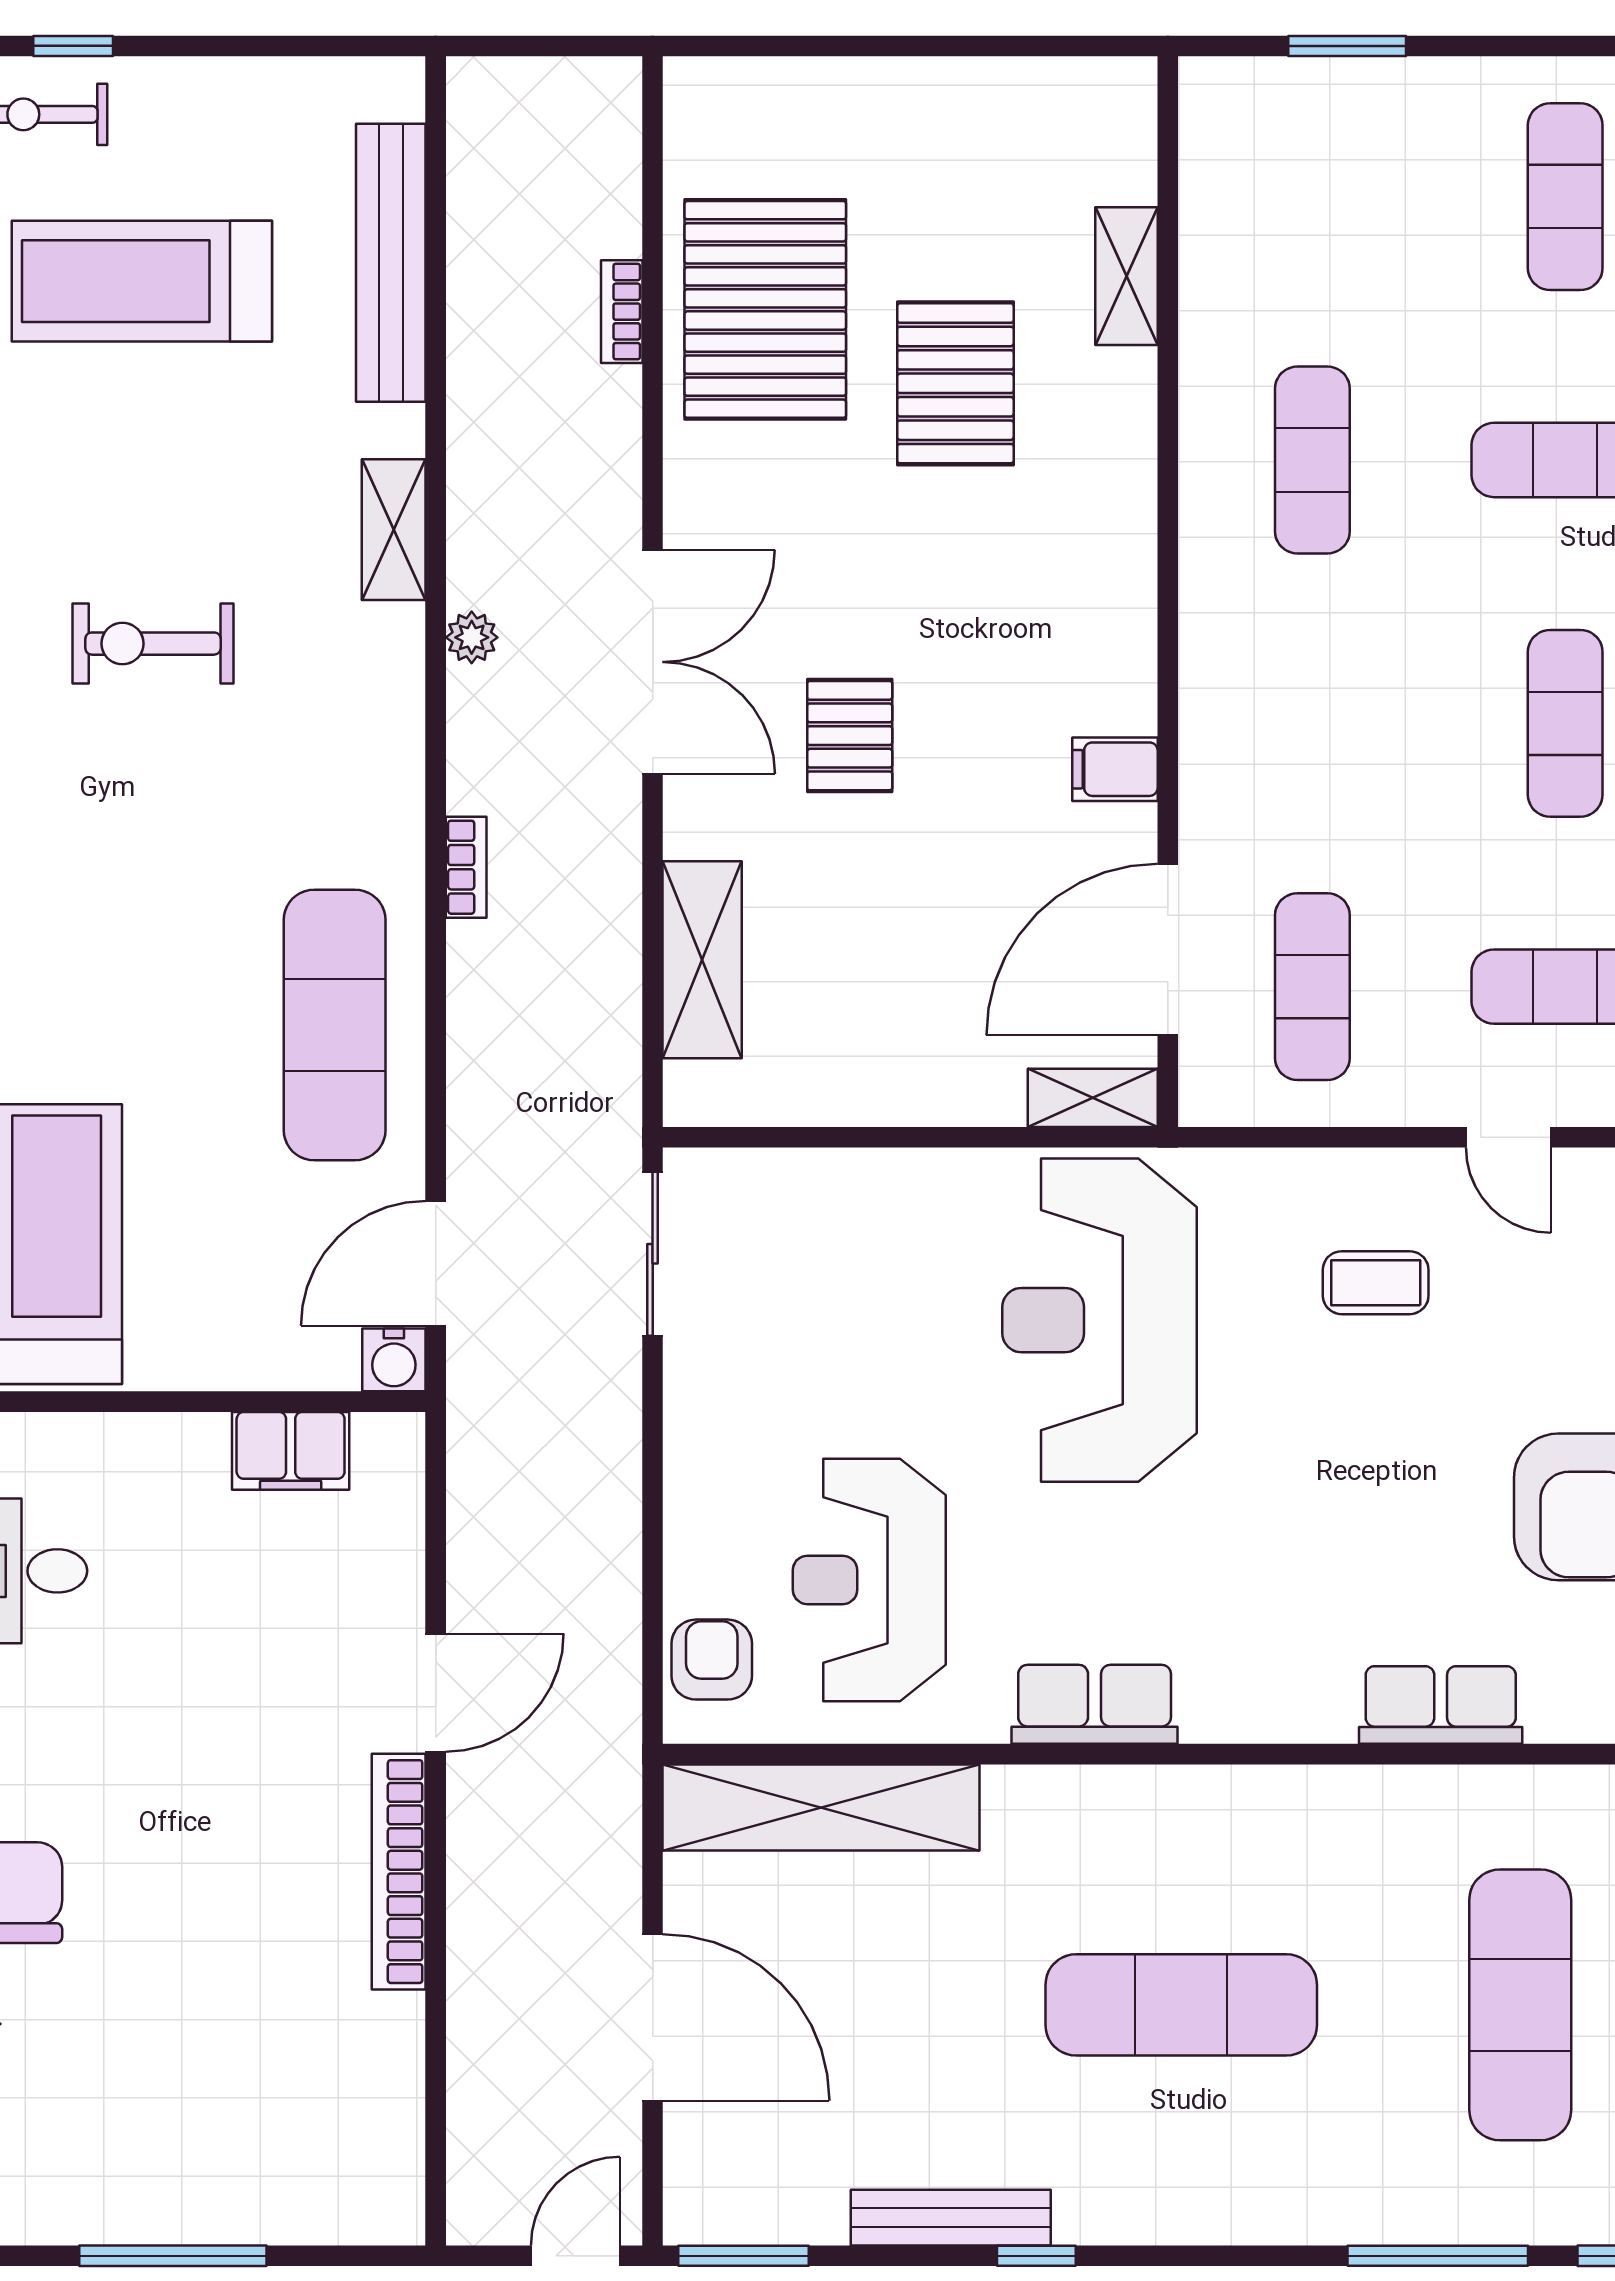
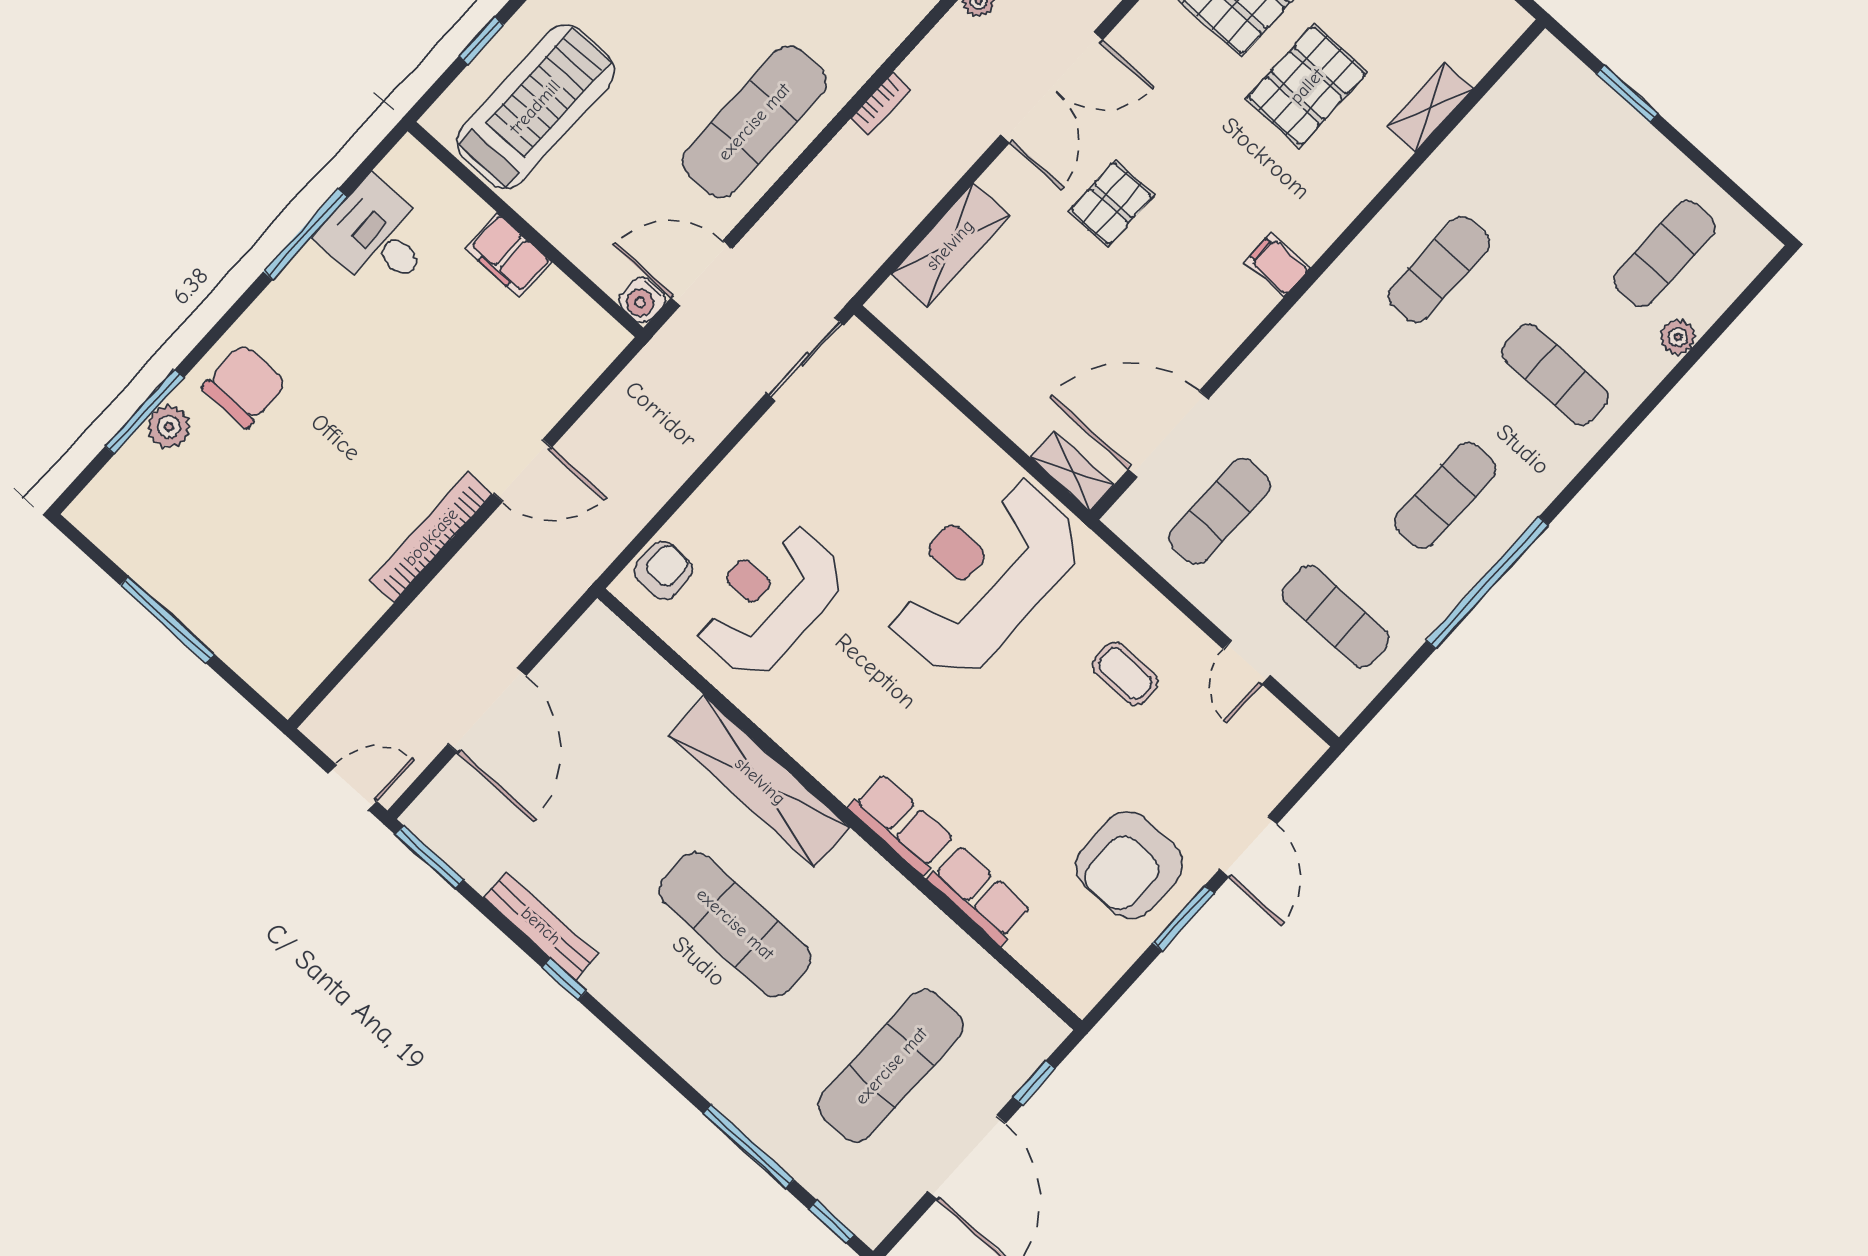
filing cabinet: (1115, 769) -> (1278, 265), moved
filing cabinet: (291, 1451) -> (508, 255), moved
row of seats: (1095, 1704) -> (902, 824), moved
shelving: (821, 1807) -> (760, 781), moved

